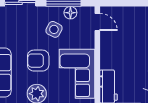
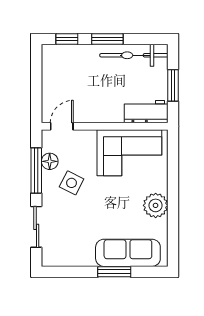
armchair: (38, 61) -> (112, 204), removed

